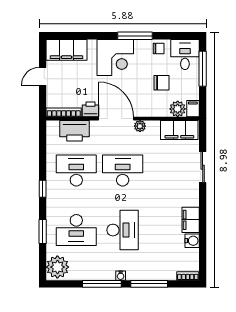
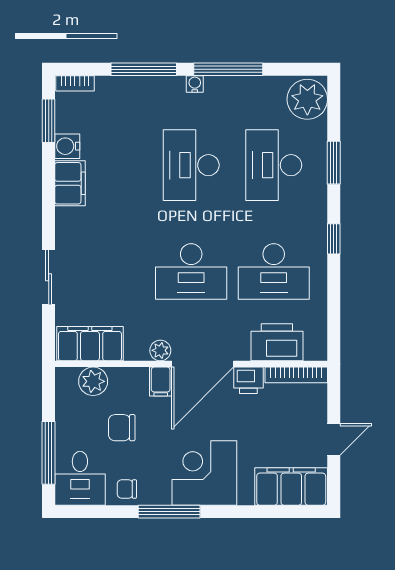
filing cabinet: (193, 109) -> (161, 382), moved
door: (116, 119) -> (203, 364), hinge flipped
desk: (76, 230) -> (274, 165), turned -90
window: (203, 255) -> (49, 121), added

